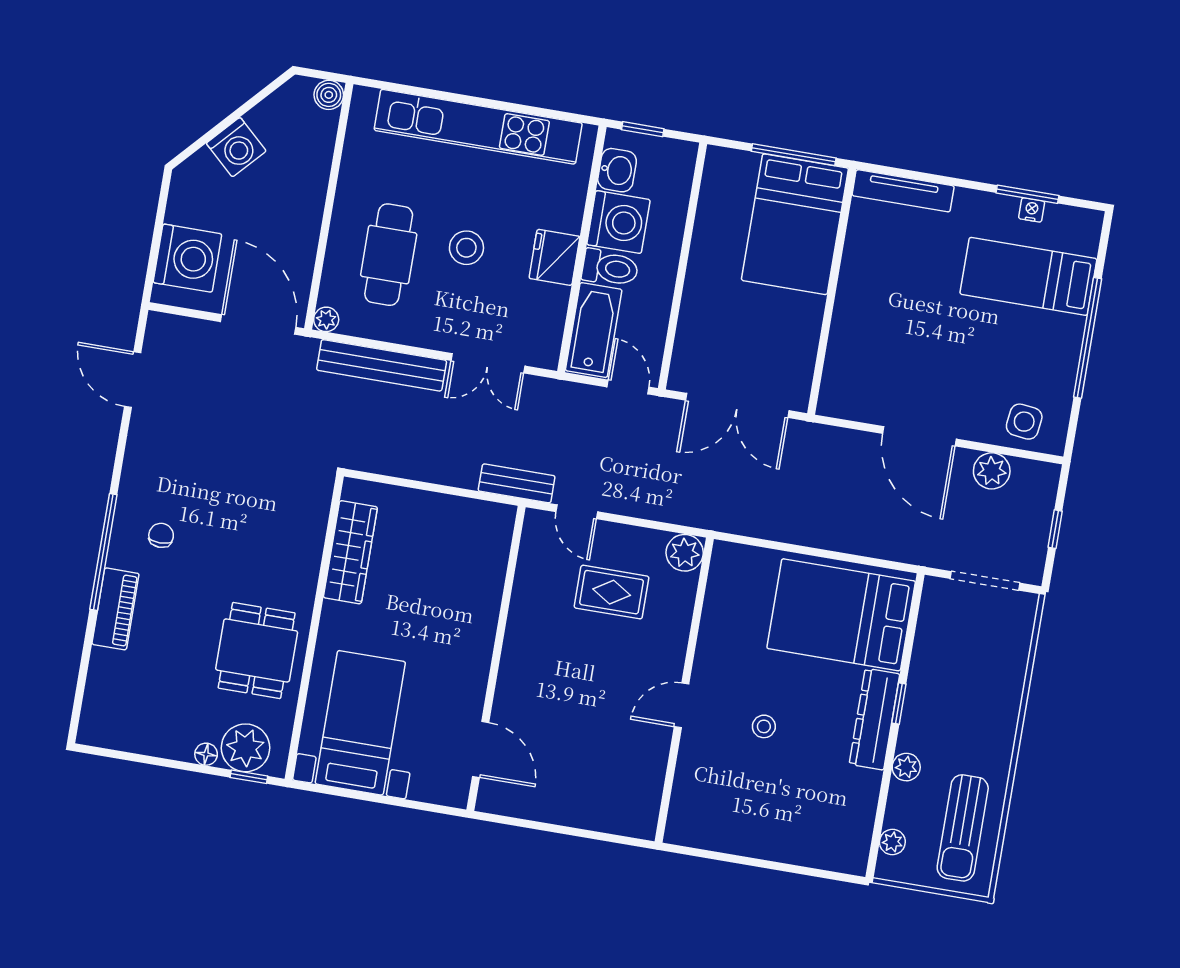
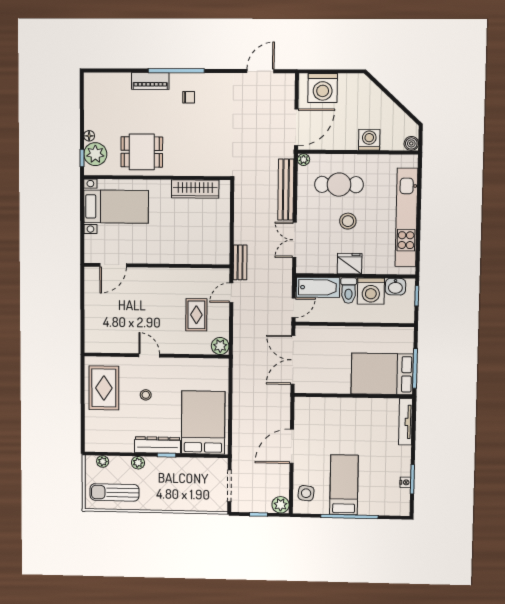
washing machine: (236, 147) -> (369, 140), moved, turned 137
bed: (1028, 276) -> (344, 485), moved
plant: (992, 471) -> (281, 505), moved
rug: (736, 813) -> (104, 388), added

